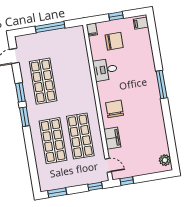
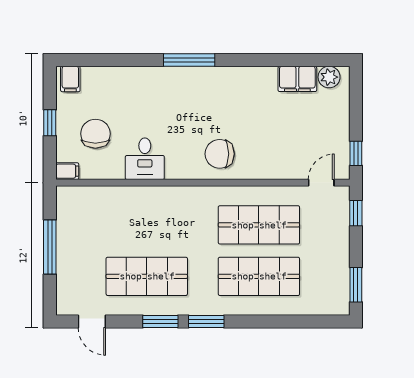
filing cabinet: (112, 138) -> (297, 79), moved, turned 180

